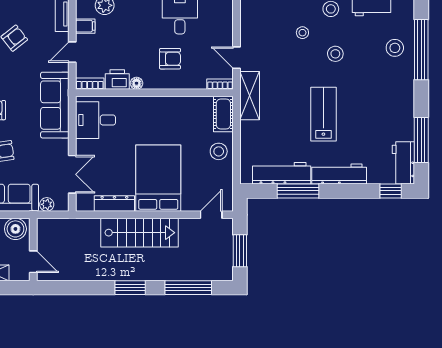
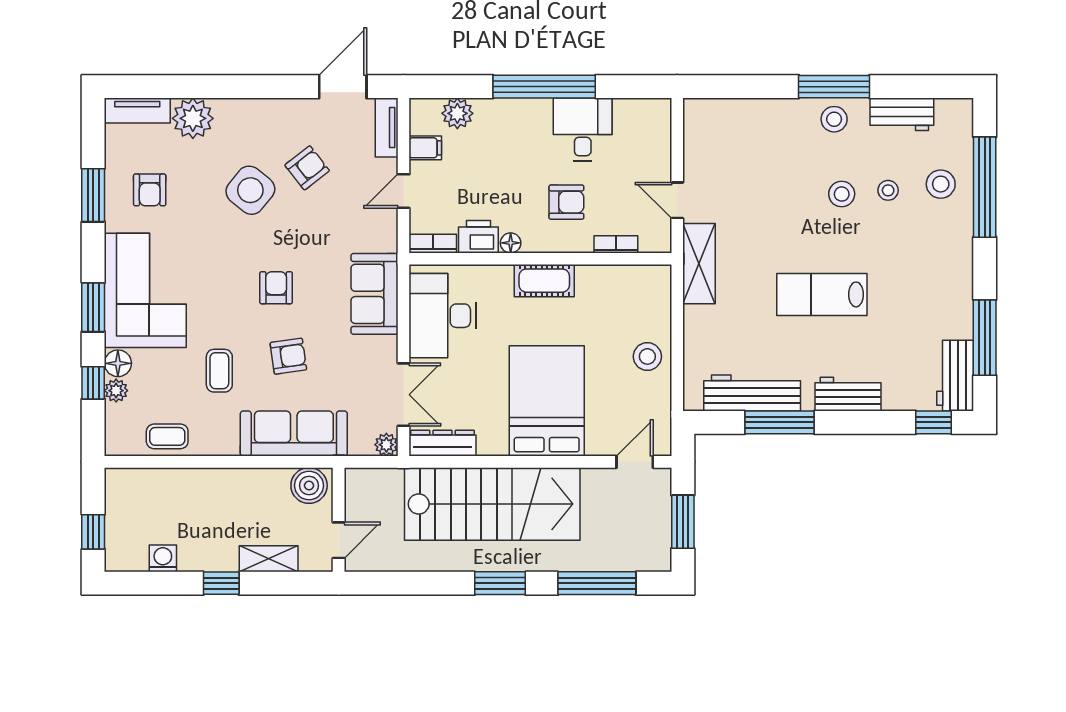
stool: (302, 33) -> (888, 190), moved
bookcase: (220, 84) -> (616, 244), moved
sofa: (55, 105) -> (374, 294), width x0.73
cot: (223, 114) -> (544, 281), moved, turned 90
lab bench: (323, 114) -> (822, 294), turned -90
desk: (96, 120) -> (442, 316), width x1.37
workbench: (339, 174) -> (848, 394), width x0.73
dresser: (114, 203) -> (443, 443), moved
plant: (47, 204) -> (386, 445), moved
stairs: (140, 233) -> (492, 504), width x1.36, depth x1.51
door: (33, 262) -> (339, 540), hinge flipped

